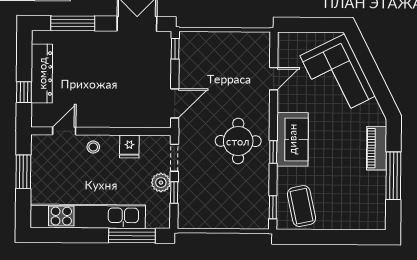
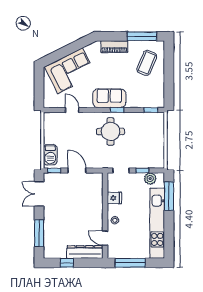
barbecue: (201, 42) -> (50, 155), added
dresser: (42, 73) -> (85, 252), moved
window: (24, 92) -> (67, 263), moved
door: (175, 103) -> (77, 170), moved
window: (23, 172) -> (130, 263), width x1.44
window: (393, 176) -> (142, 36), moved
plant: (161, 183) -> (150, 179), moved
coffee table: (301, 206) -> (147, 63), moved, turned -55

